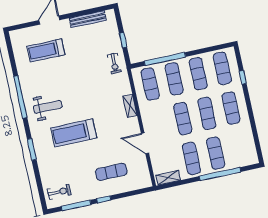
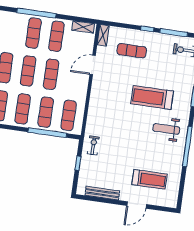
shelving: (130, 106) -> (103, 35), moved
treadmill: (74, 133) -> (152, 97), turned 180
door: (145, 143) -> (93, 65), swing flipped

